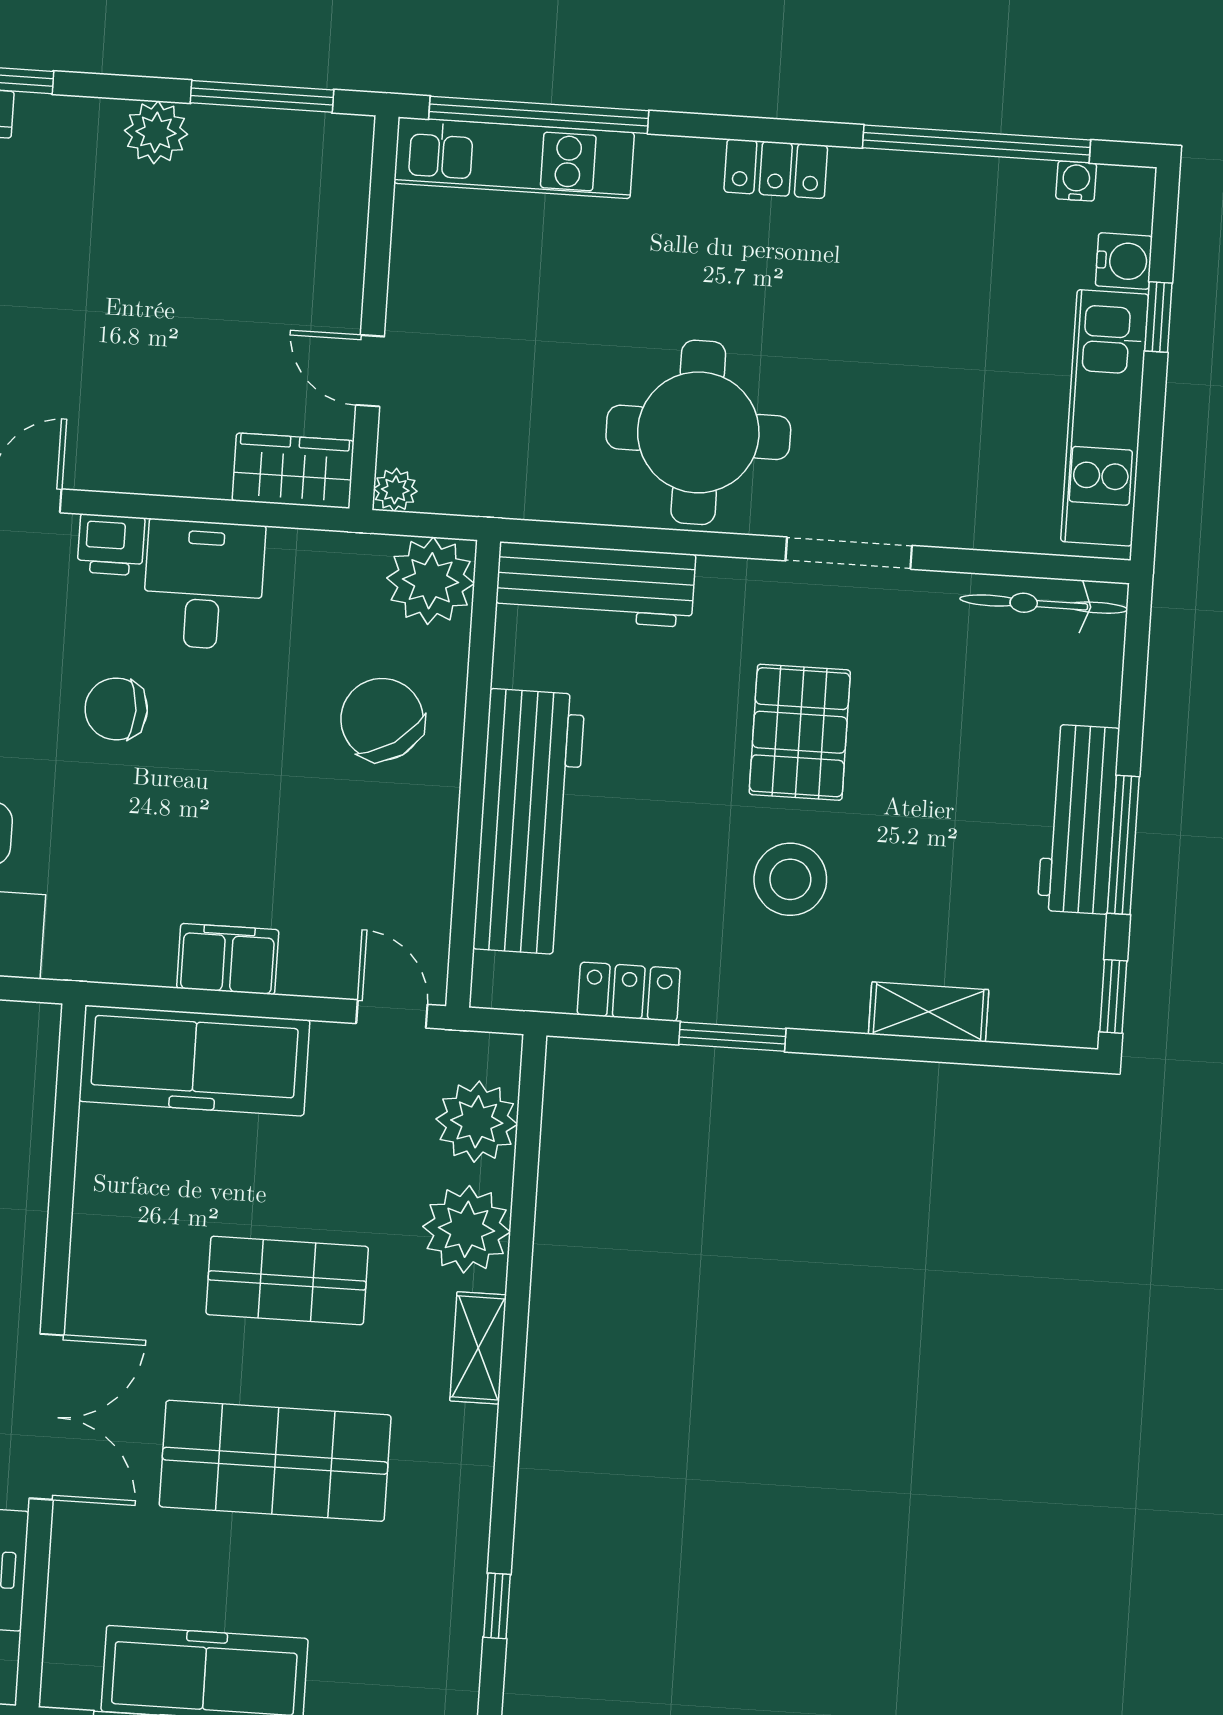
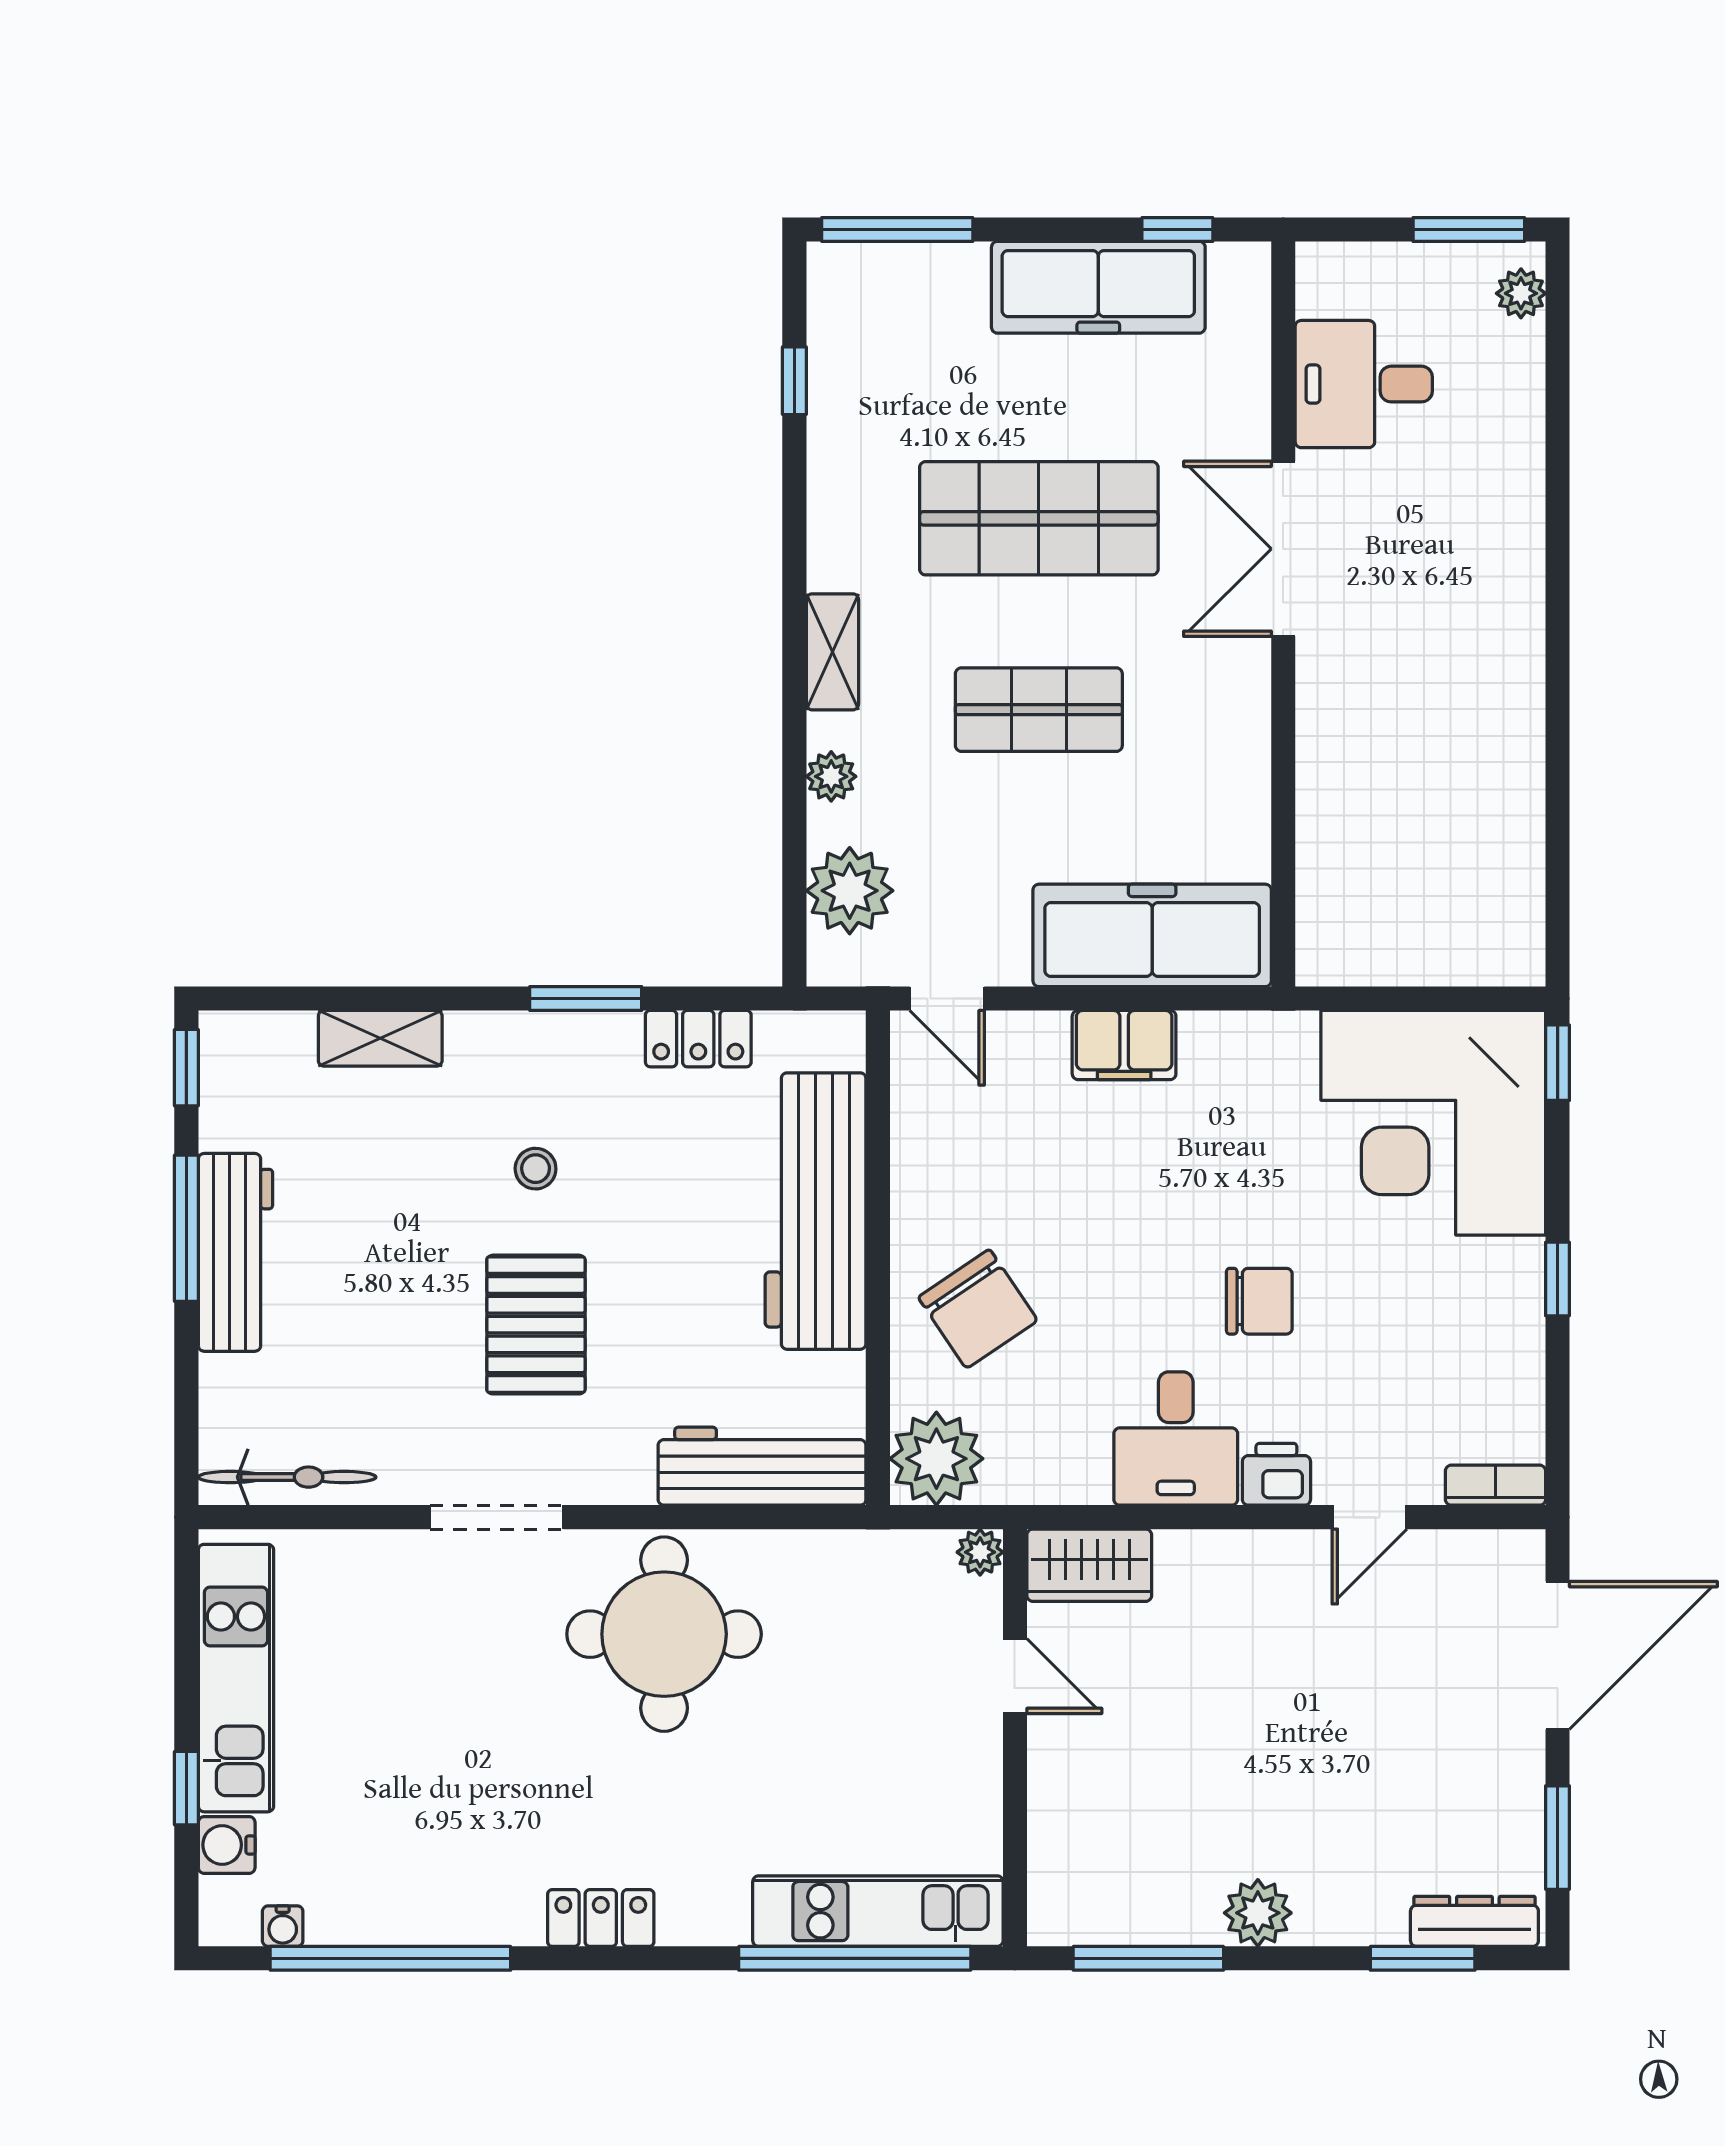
stool: (790, 879) -> (536, 1169), width x0.53, depth x0.53
plant: (467, 1229) -> (831, 776), width x0.53, depth x0.53

